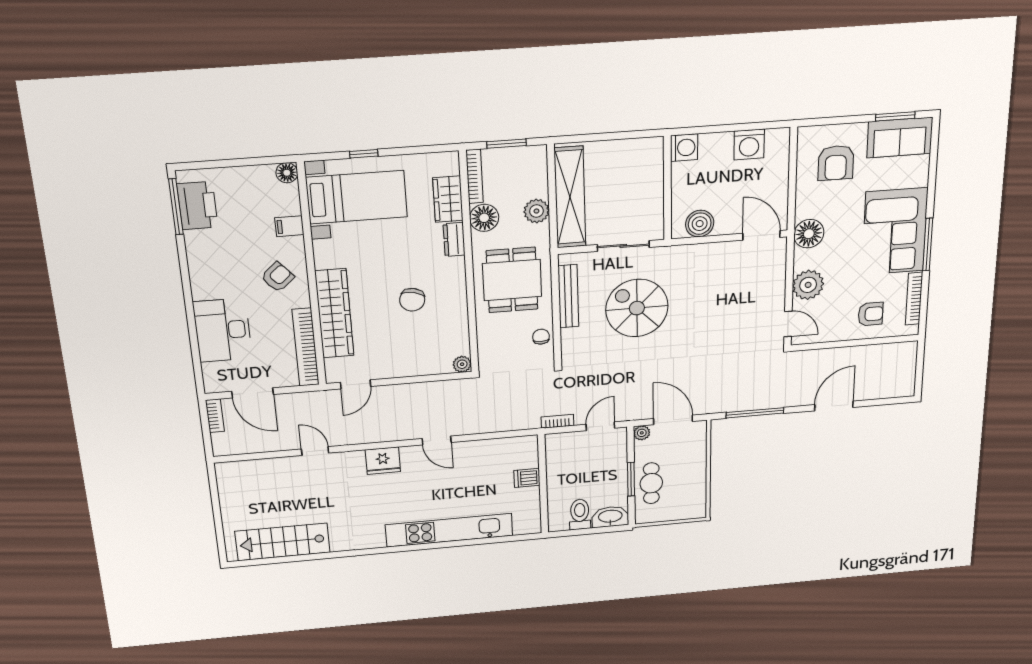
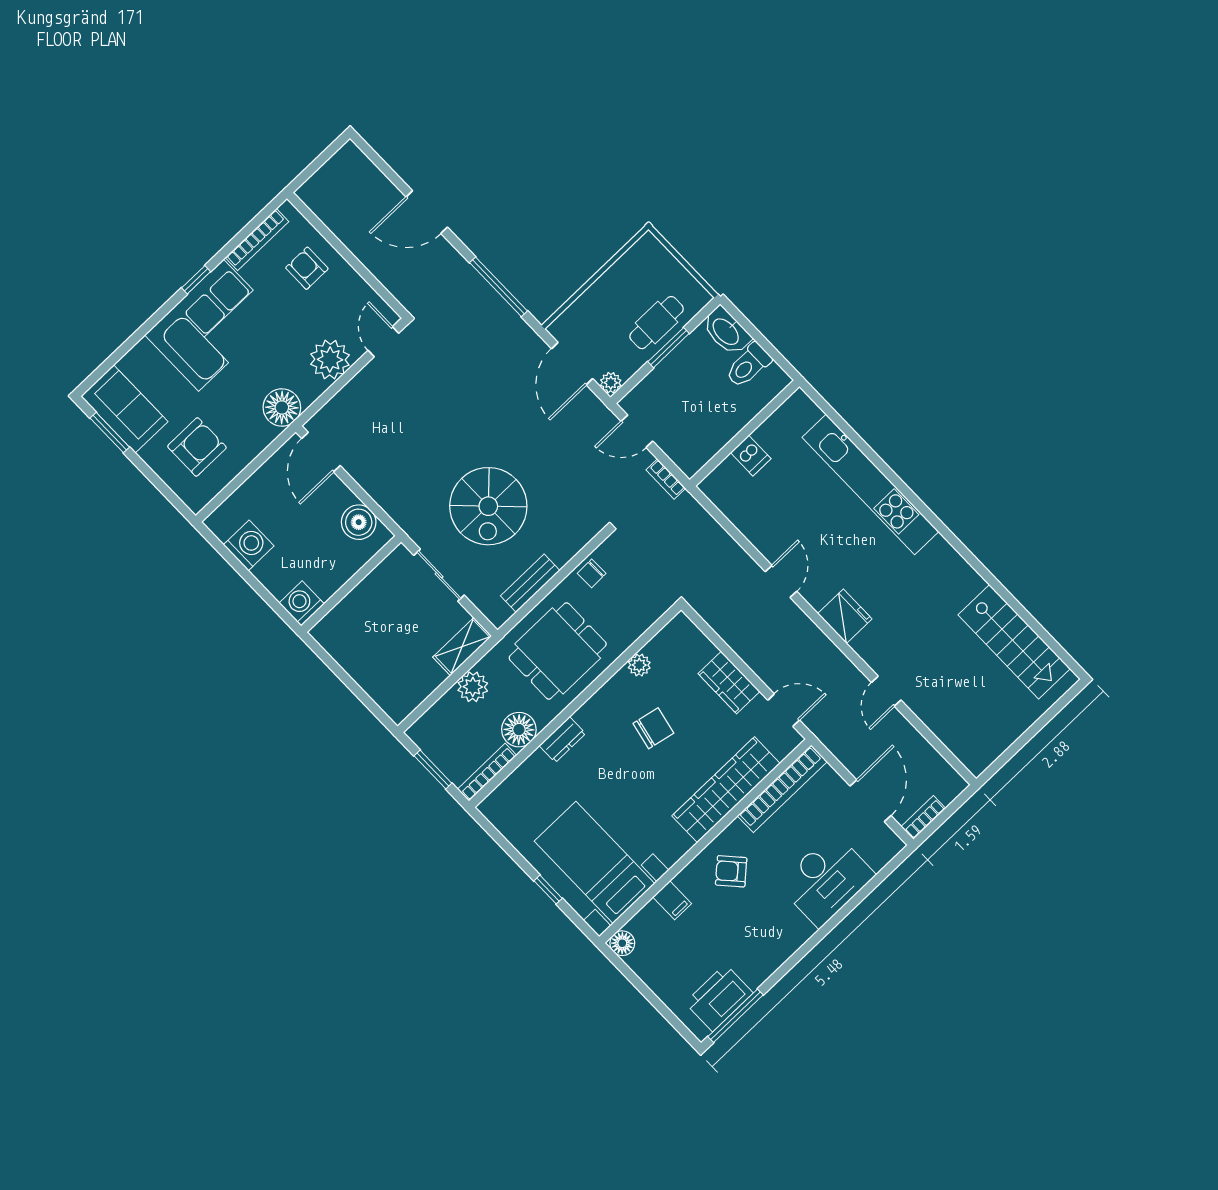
shelving: (570, 197) -> (462, 647), width x0.45, depth x0.75
wardrobe: (448, 199) -> (729, 683), moved, turned 90
window: (928, 245) -> (196, 280), width x0.46
bench: (568, 296) -> (530, 583), width x0.73
plant: (462, 364) -> (639, 665), moved

